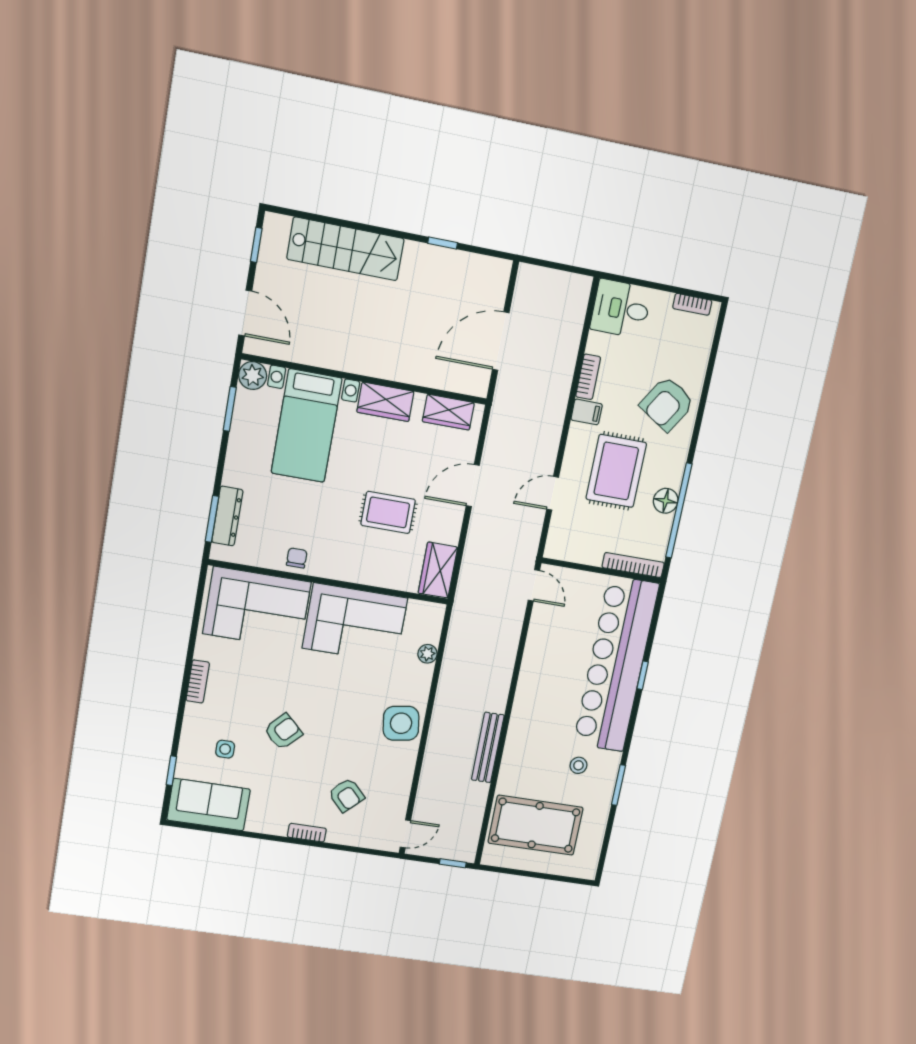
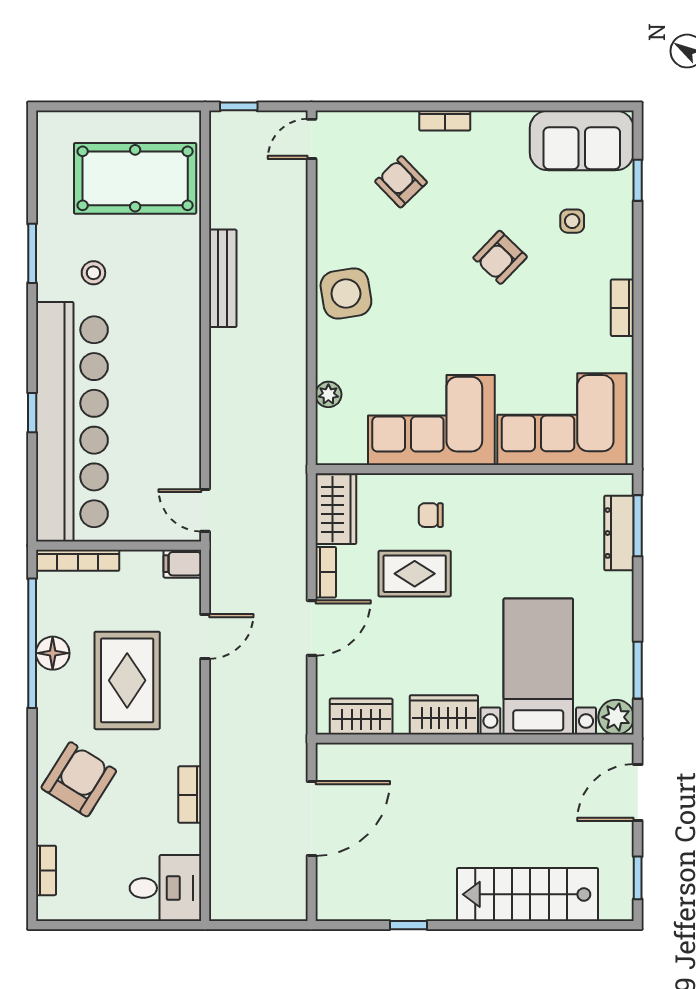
bookcase: (692, 304) -> (46, 870), moved, turned 90
door: (245, 313) -> (638, 793), hinge flipped
filing cabinet: (587, 412) -> (182, 564), moved
bookcase: (454, 525) -> (326, 572), added
chair: (297, 558) -> (431, 515), moved, turned 90

